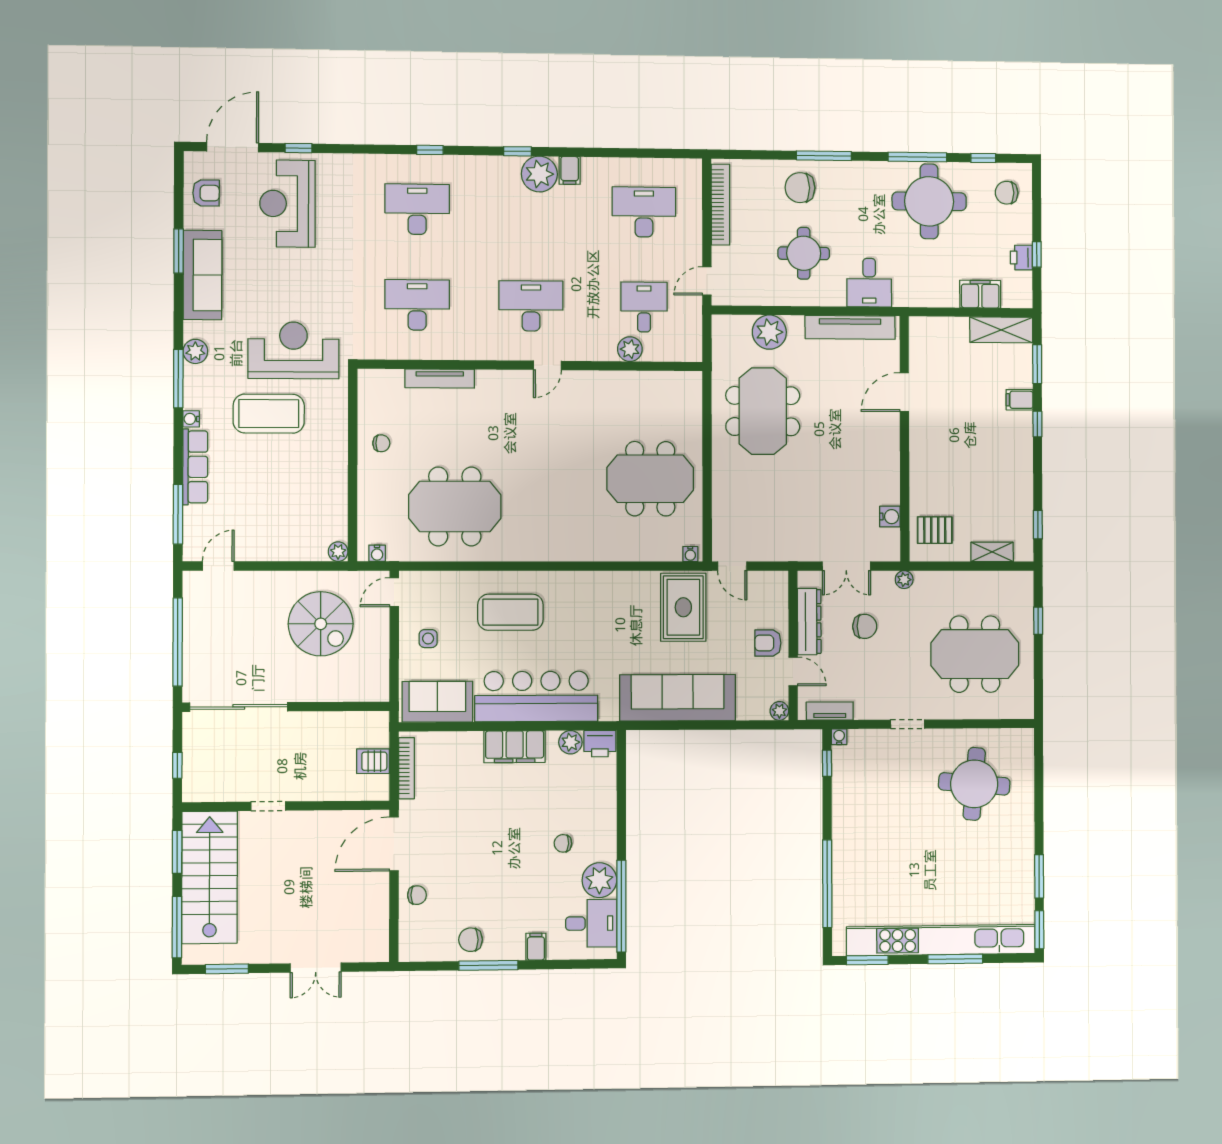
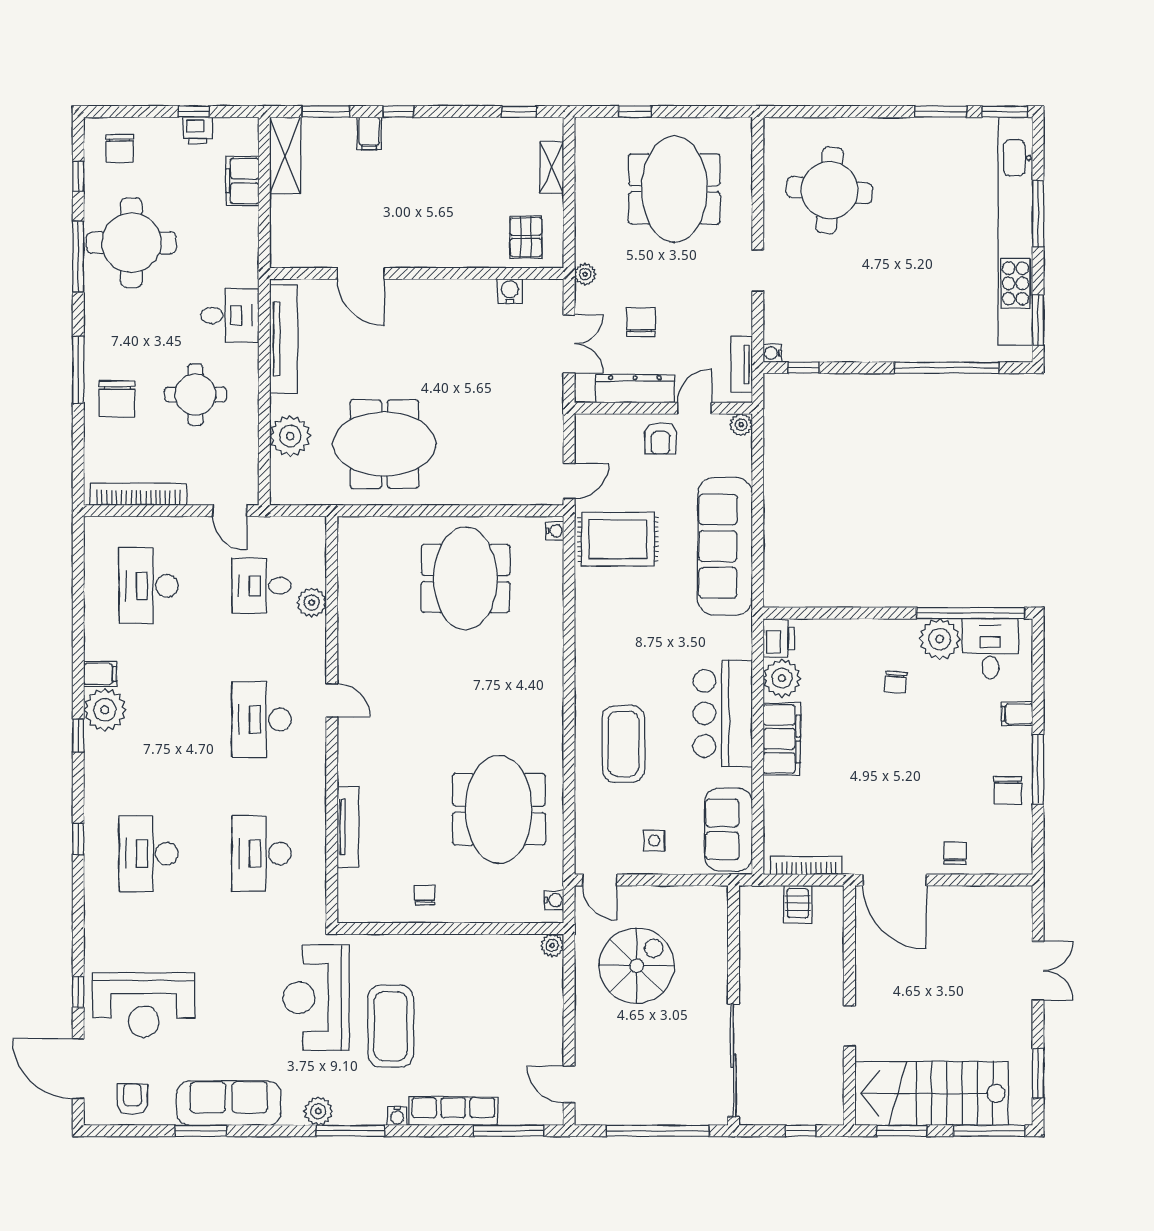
bar counter: (536, 696) -> (723, 713), width x0.73
plant: (570, 742) -> (782, 678), width x1.36, depth x1.36

